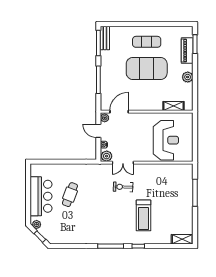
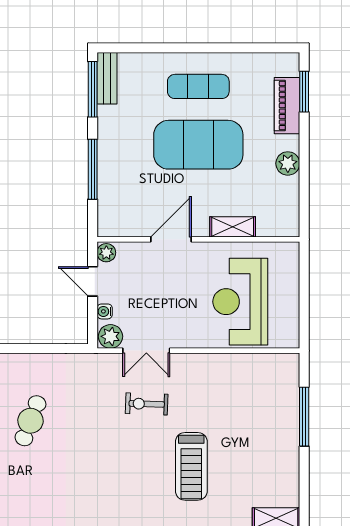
shelving: (174, 106) -> (233, 227), moved
door: (119, 112) -> (171, 239), moved
reception desk: (166, 140) -> (240, 302), turned 180

